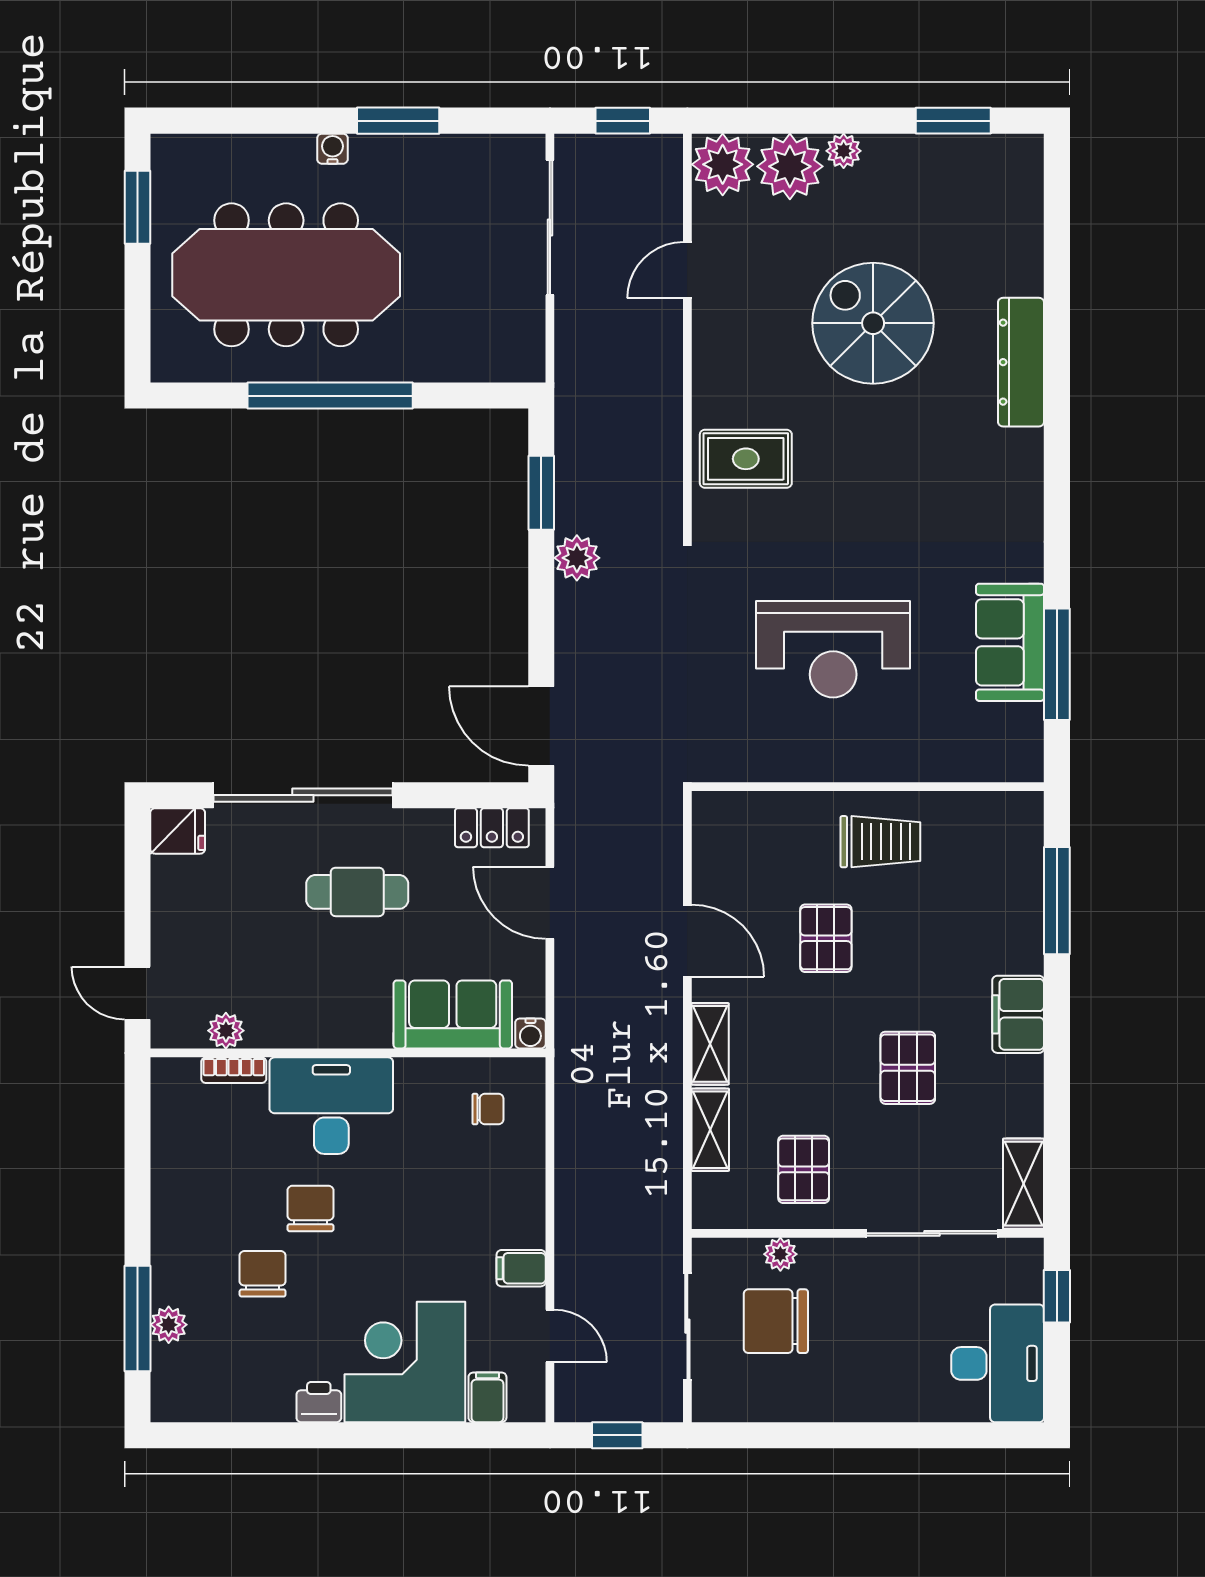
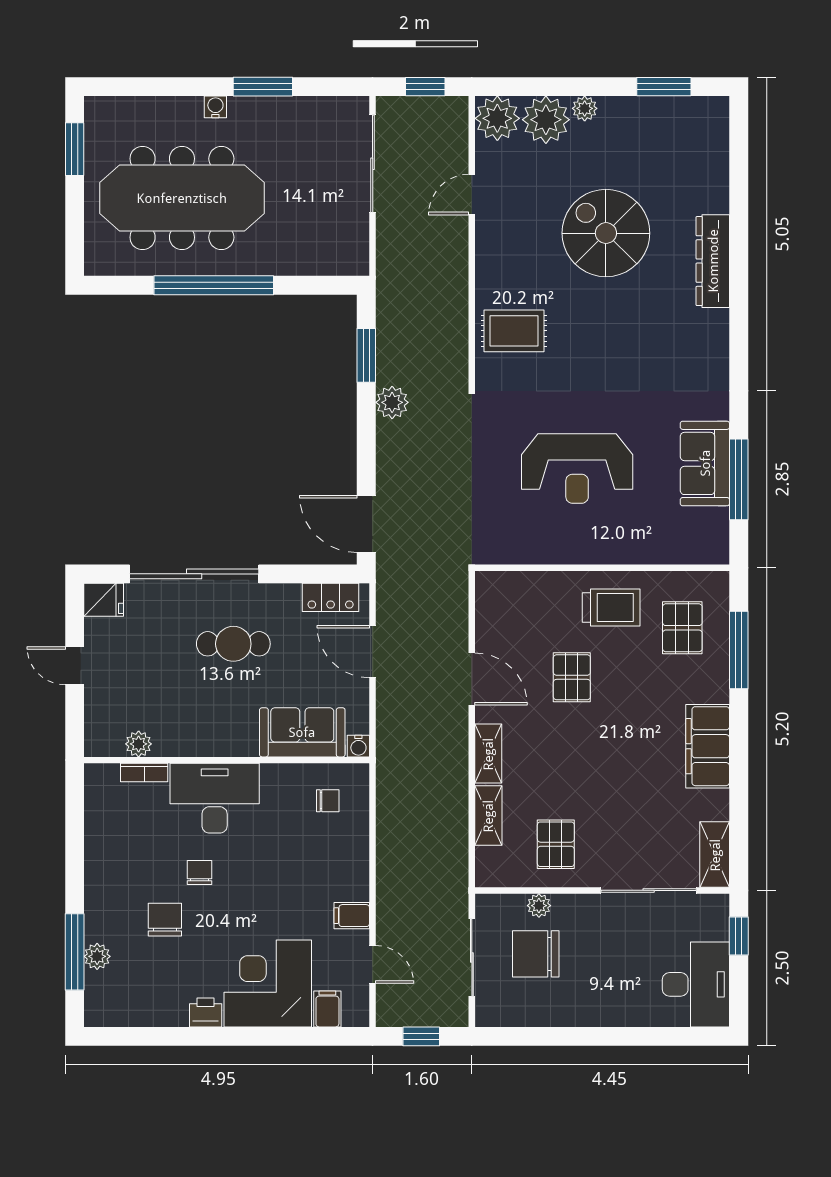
door: (137, 993) -> (75, 666), moved
filing cabinet: (1018, 1014) -> (708, 746), width x1.50, depth x1.17
pallet: (908, 1068) -> (682, 628), moved
chair: (310, 1208) -> (200, 872), width x0.73, depth x0.73

